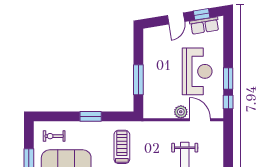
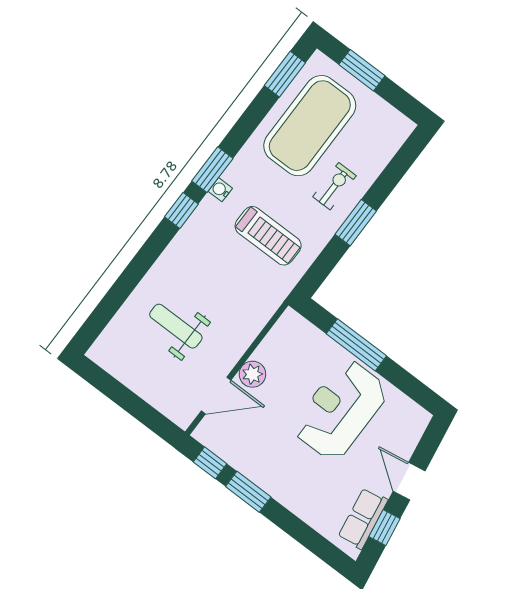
reception desk: (197, 71) -> (340, 410), moved, turned 90
exercise bike: (54, 136) -> (334, 186), moved

